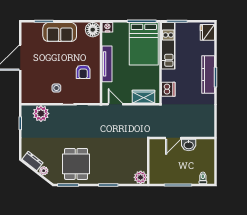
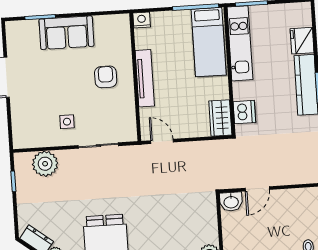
floor lamp: (93, 30) -> (119, 25), removed
fridge: (207, 32) -> (302, 41), moved
bed: (144, 44) -> (209, 42), width x0.67
armchair: (83, 72) -> (106, 77), moved, turned 180
wardrobe: (144, 97) -> (220, 118), moved, turned -90
washbasin: (189, 145) -> (231, 202), moved

